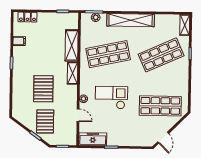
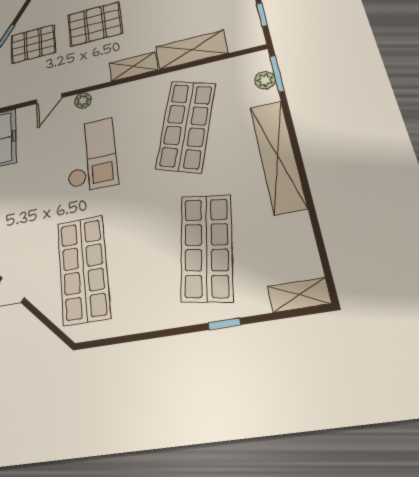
shop shelf: (108, 54) -> (186, 126), turned 30
shop shelf: (161, 55) -> (206, 247), turned 33

